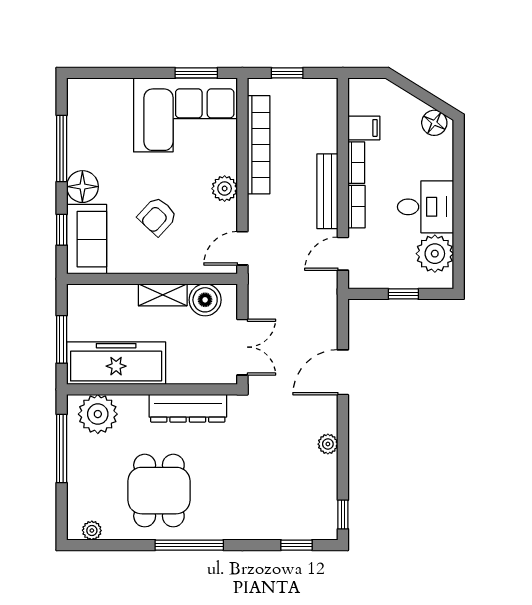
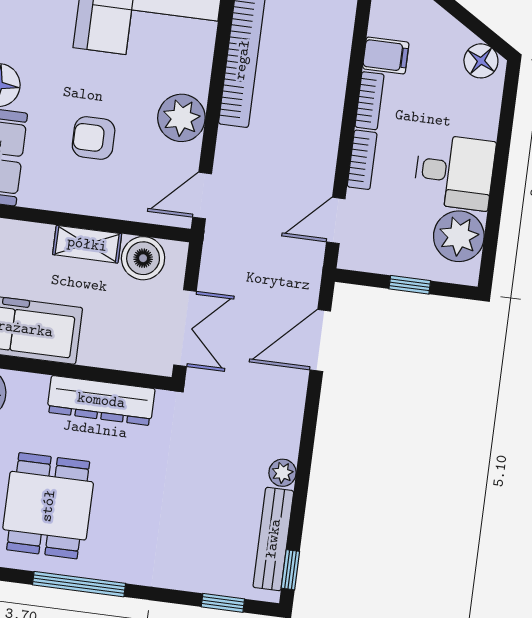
plant: (225, 189) -> (181, 118), width x1.36, depth x1.36
bench: (327, 191) -> (273, 539), moved
armchair: (157, 216) -> (94, 138), turned 47
door: (343, 372) -> (320, 340), moved

